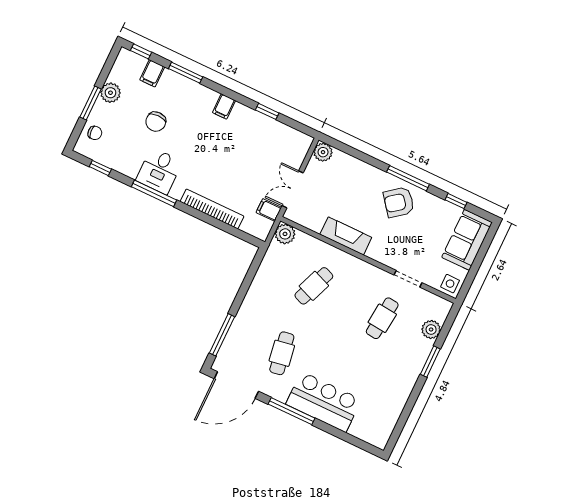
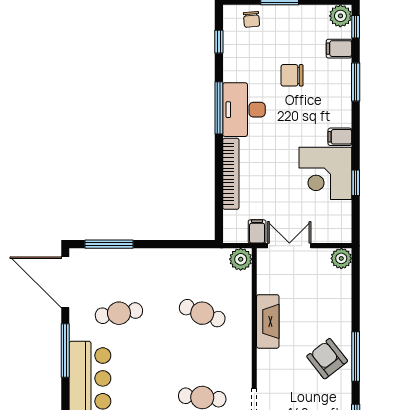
plant: (110, 93) -> (340, 16), moved
corner desk: (248, 132) -> (325, 173), added
desk: (159, 171) -> (244, 110), width x1.37

